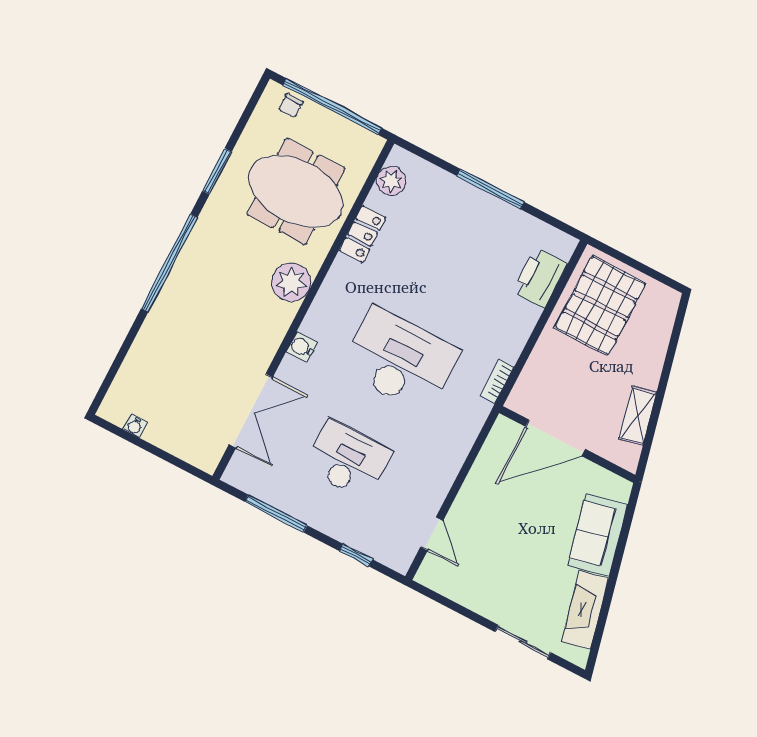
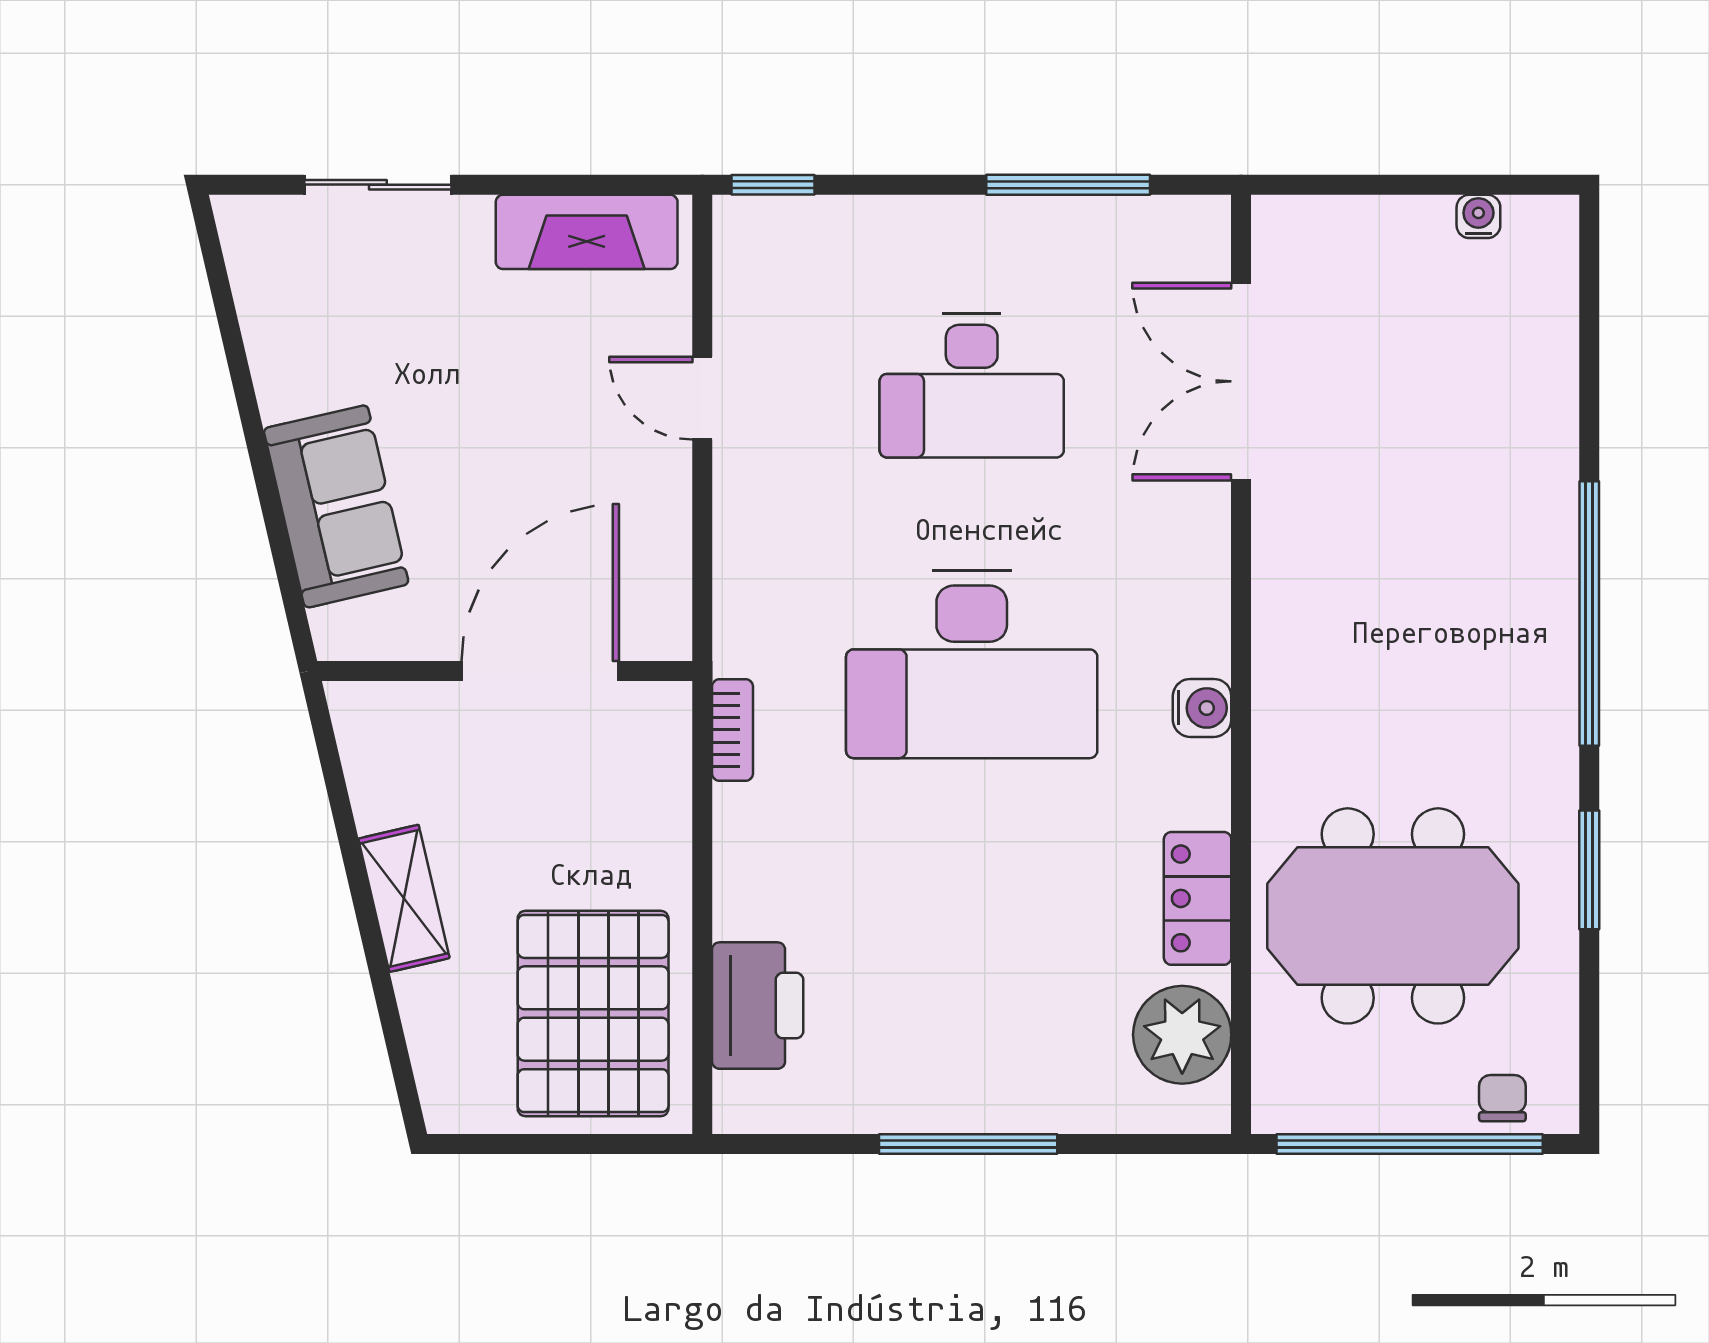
plant: (391, 181) -> (1182, 1035), width x1.36, depth x1.36
plant: (291, 282) -> (1299, 711), removed
water cooler: (302, 347) -> (1202, 708), moved
shelving: (638, 416) -> (404, 898), moved
door: (432, 534) -> (702, 398), moved
window: (356, 555) -> (773, 185), moved
fireplace: (585, 610) -> (587, 232), moved, turned 103

